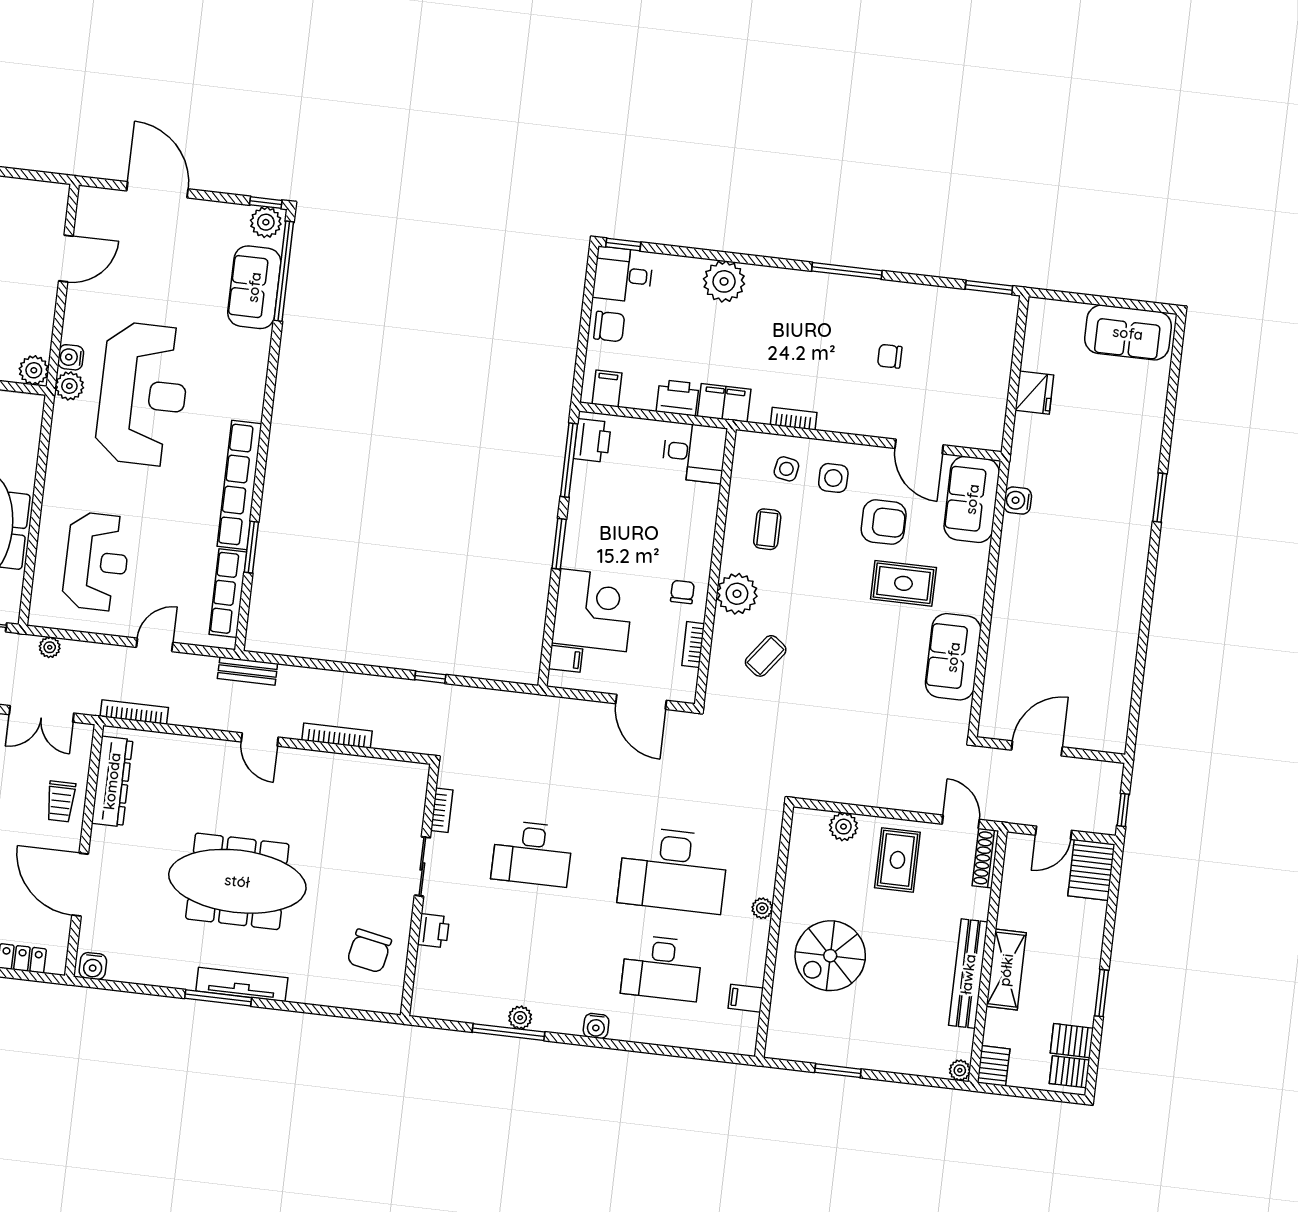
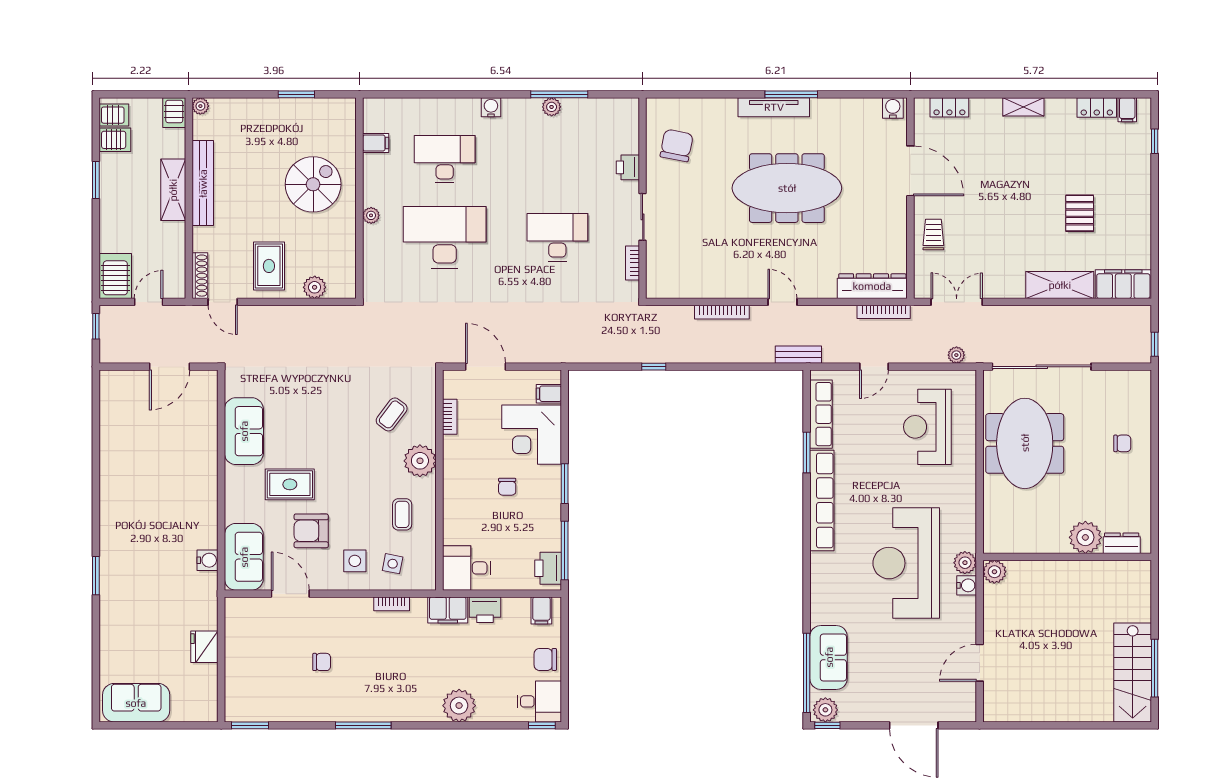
chair: (682, 592) -> (507, 487), moved
dresser: (112, 781) -> (872, 286), moved, turned 90

